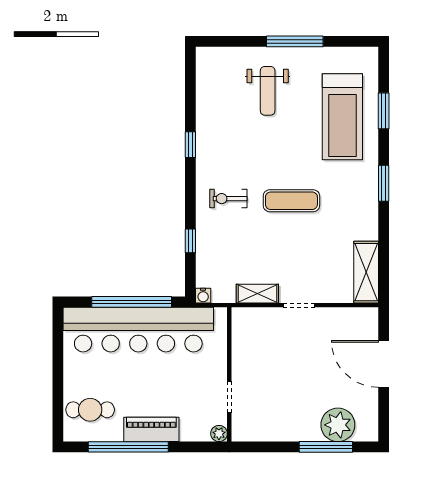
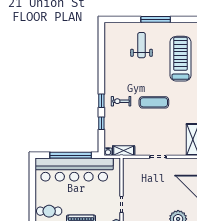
weight bench: (268, 91) -> (142, 45), turned 180
treadmill: (342, 117) -> (180, 59), turned 180
window: (190, 145) -> (101, 101), moved
shelving: (257, 294) -> (124, 151), moved

